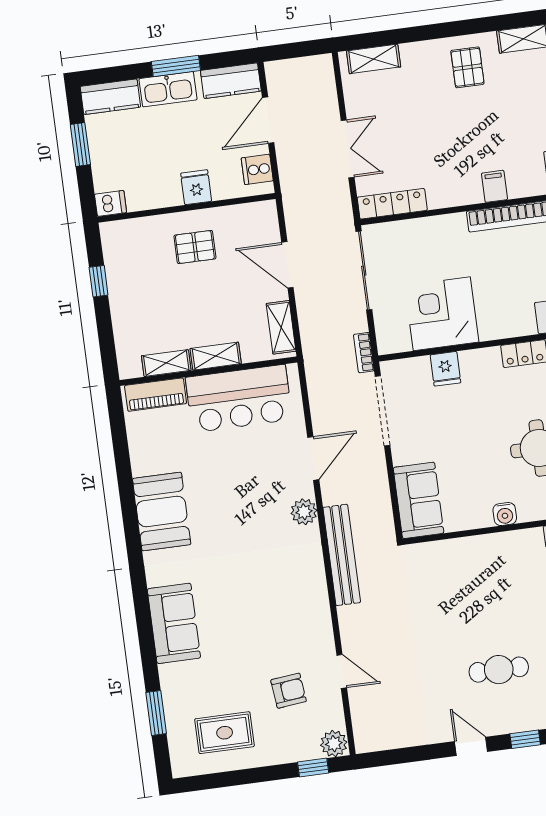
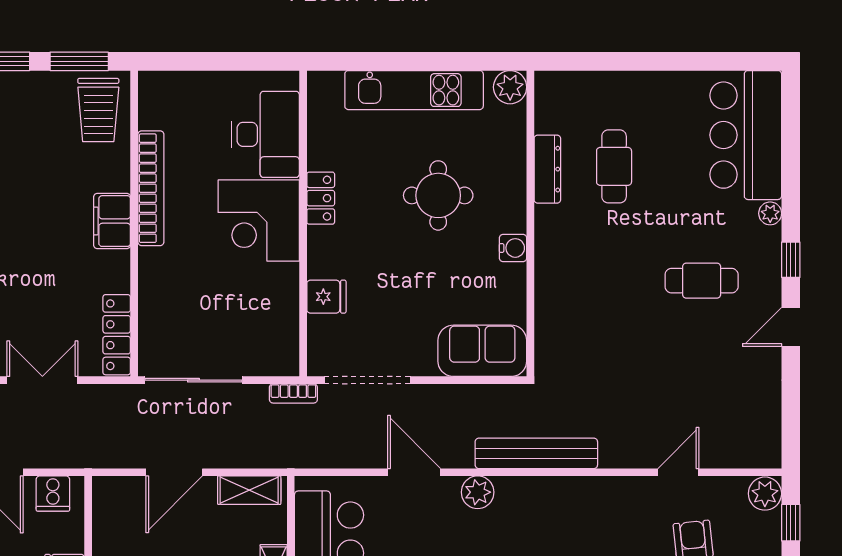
filing cabinet: (494, 186) -> (112, 221), width x2.00
corner desk: (442, 314) -> (259, 221), moved
cafe table: (499, 670) -> (702, 281), turned 90

